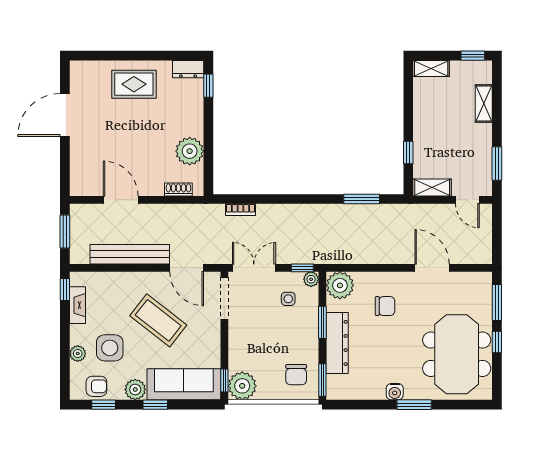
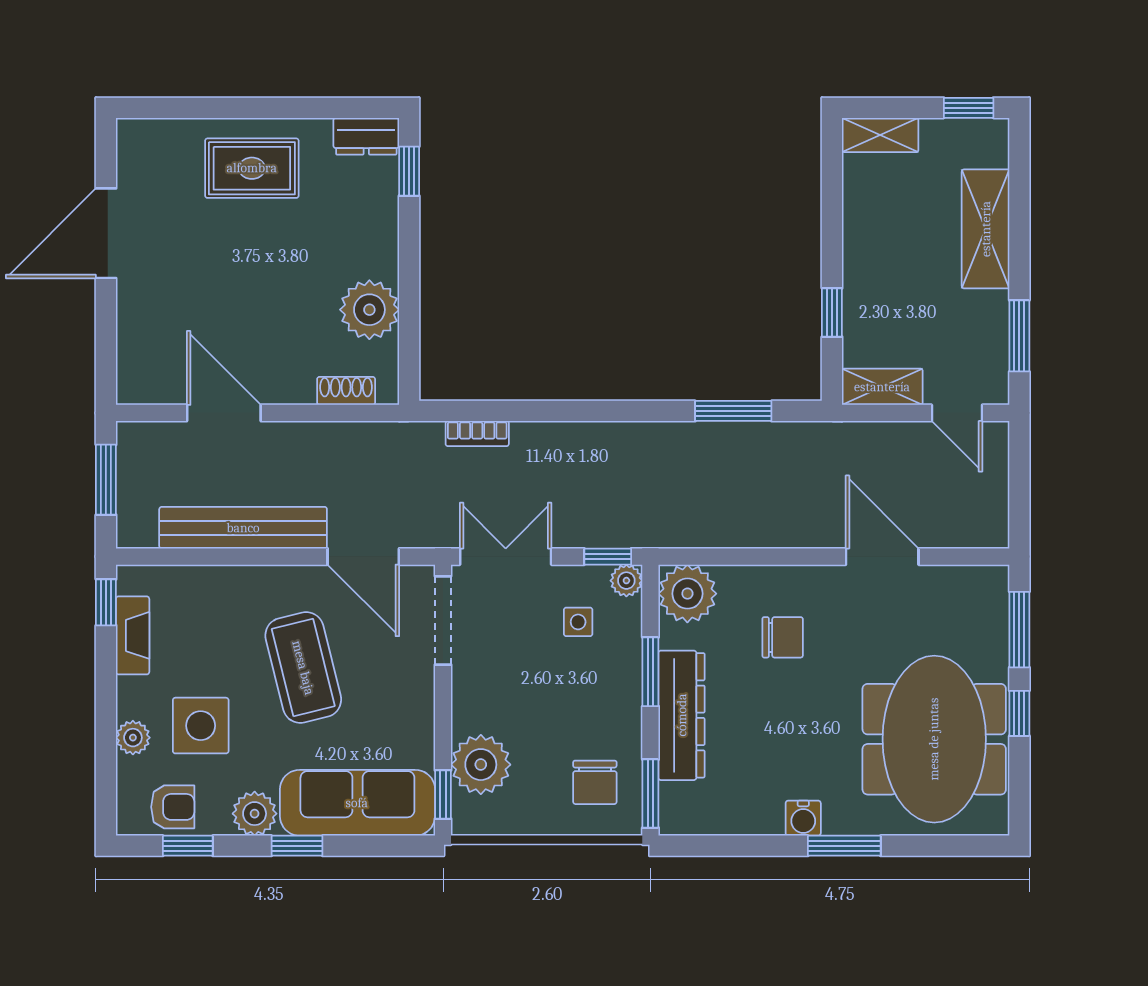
shelving: (484, 103) -> (986, 229), width x1.50, depth x1.33
coffee table: (158, 320) -> (303, 668), turned 38
plant: (242, 386) -> (481, 765), moved

